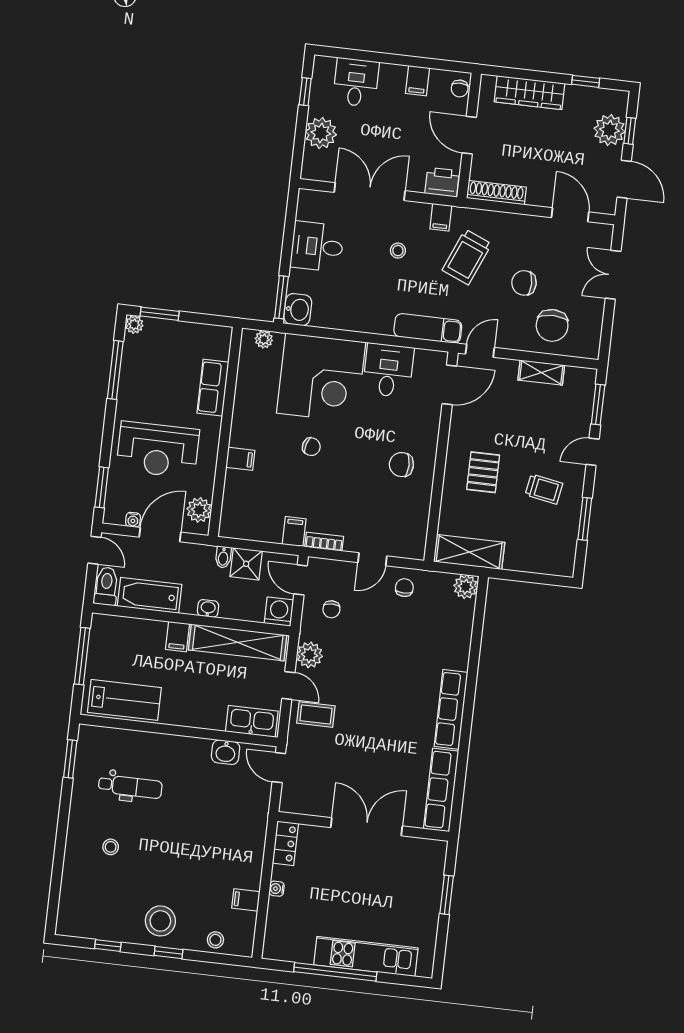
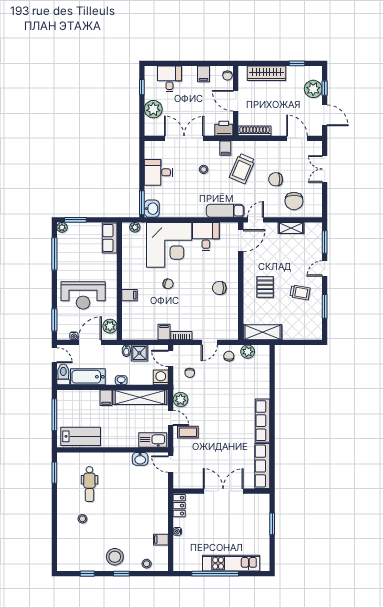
row of seats: (213, 388) -> (110, 238), moved
plant: (466, 587) -> (248, 352), moved
dental chair: (130, 787) -> (89, 484), turned 90

